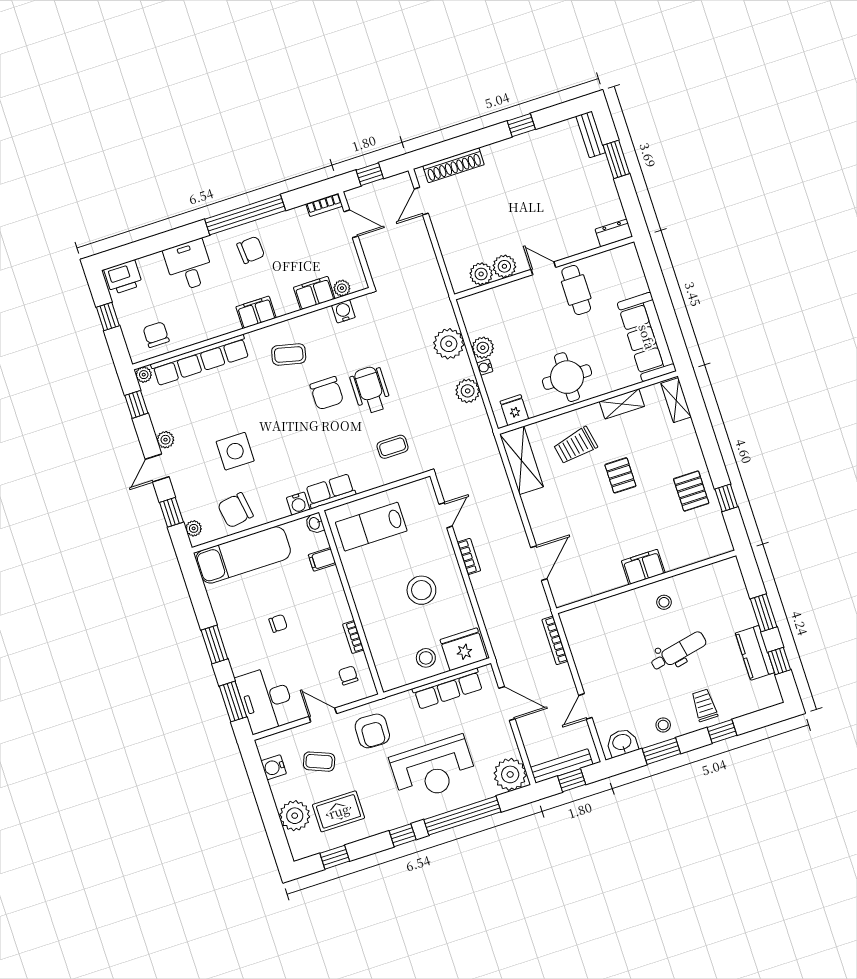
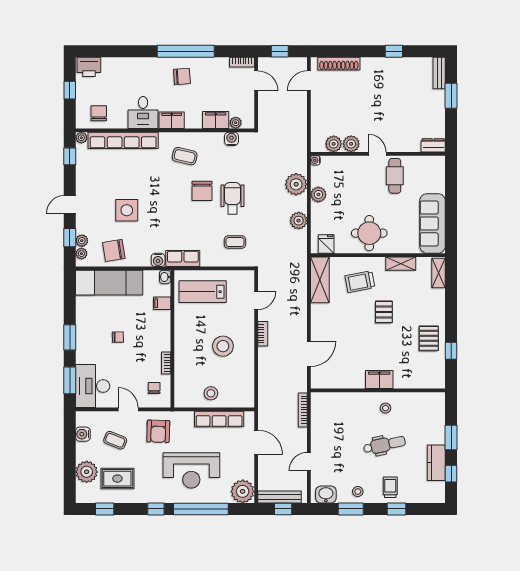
desk: (189, 265) -> (143, 112), moved, turned 180
water cooler: (485, 367) -> (315, 160), moved
plant: (165, 440) -> (82, 241), moved
fridge: (464, 649) -> (239, 396), removed

